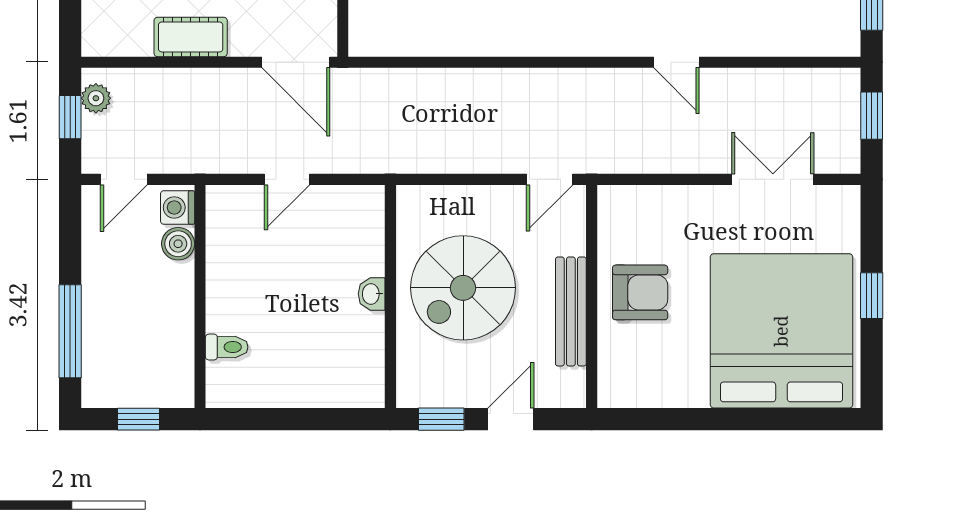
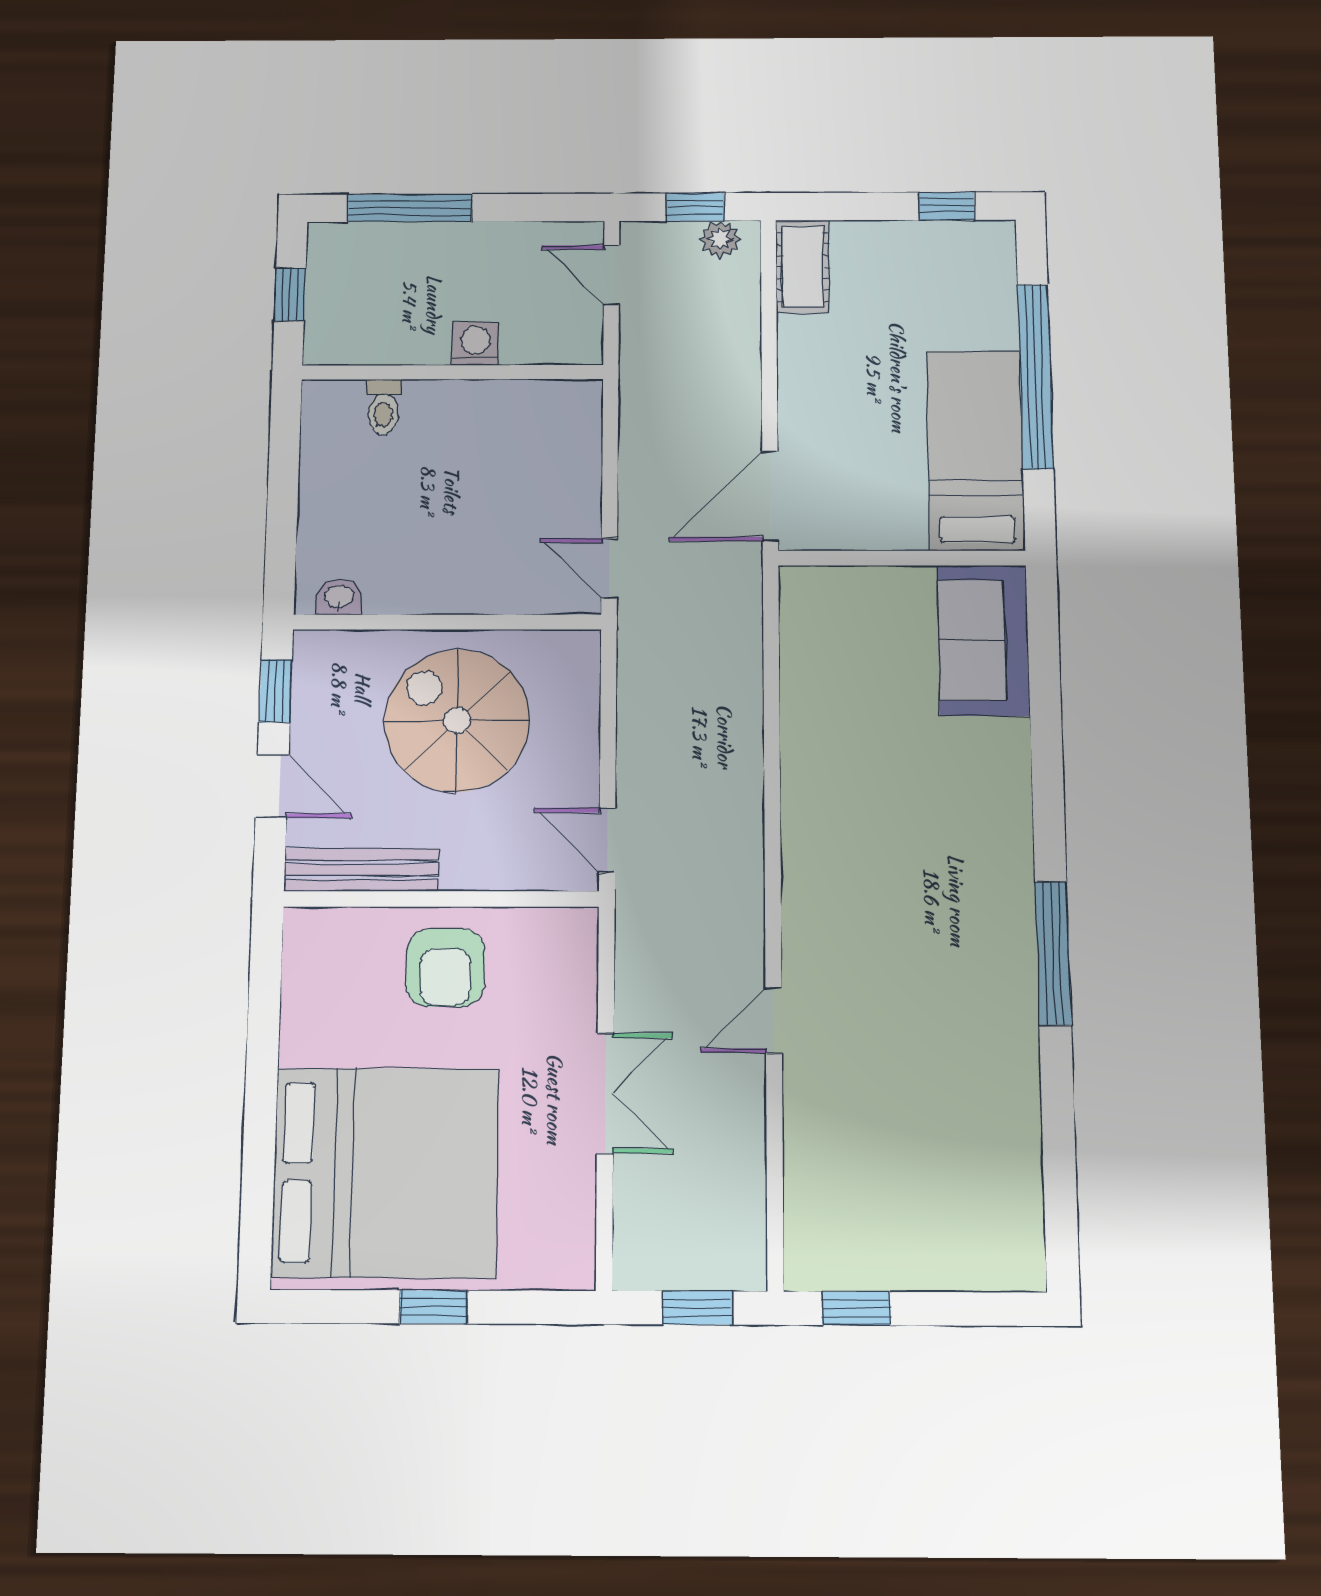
cot: (191, 37) -> (803, 267), moved
door: (287, 179) -> (609, 568), moved
double door: (773, 179) -> (605, 1093), moved
washing machine: (178, 207) -> (475, 344), moved
boiler: (178, 244) -> (524, 344), removed
washbasin: (372, 294) -> (339, 597), moved
bench: (571, 311) -> (361, 870), moved

